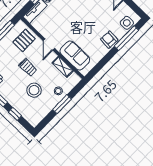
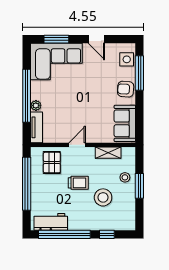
door: (49, 44) -> (77, 145), swing flipped
sofa: (75, 55) -> (125, 123), moved, turned -90

